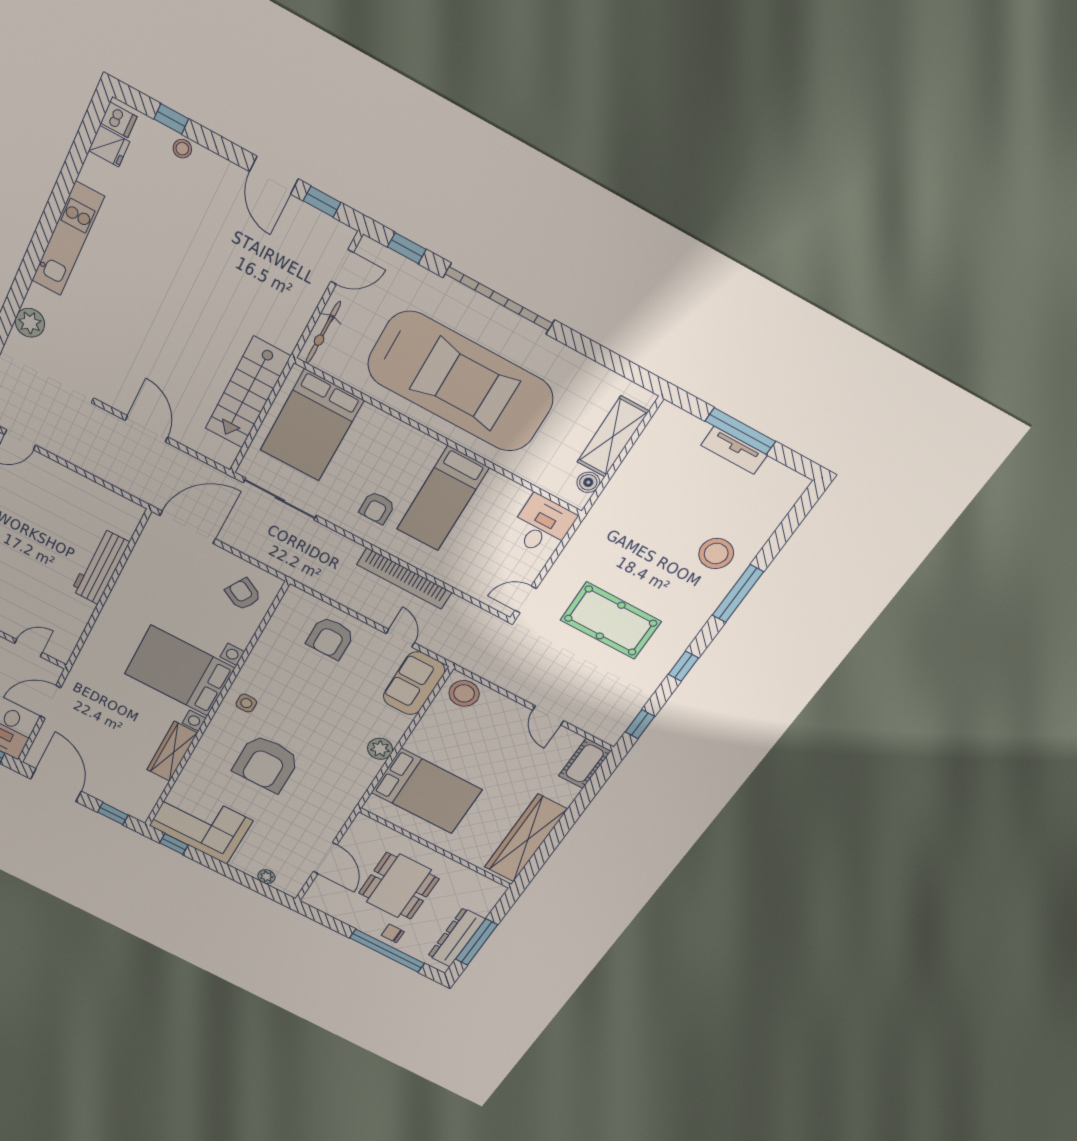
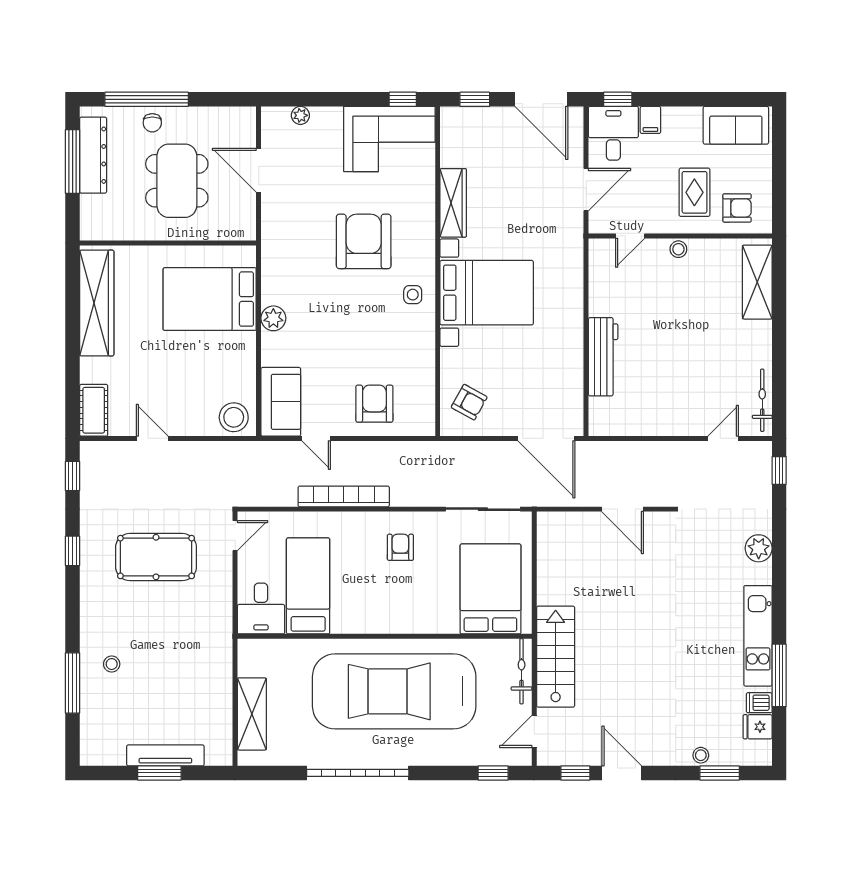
window: (171, 119) -> (720, 773), width x1.50
dishwasher: (119, 120) -> (759, 703), moved
window: (63, 187) -> (779, 675), added
garage door: (499, 299) -> (358, 773), moved
stairs: (248, 392) -> (556, 657), moved
window: (740, 431) -> (159, 773), width x0.69
tv unit: (734, 450) -> (165, 755), width x1.41
boiler: (588, 482) -> (247, 666), removed
bed: (443, 499) -> (308, 586), moved
door: (188, 527) -> (546, 438), hinge flipped
stool: (716, 554) -> (112, 664), width x0.53, depth x0.53
window: (738, 594) -> (73, 683), moved
chair: (393, 933) -> (152, 123), turned 90

